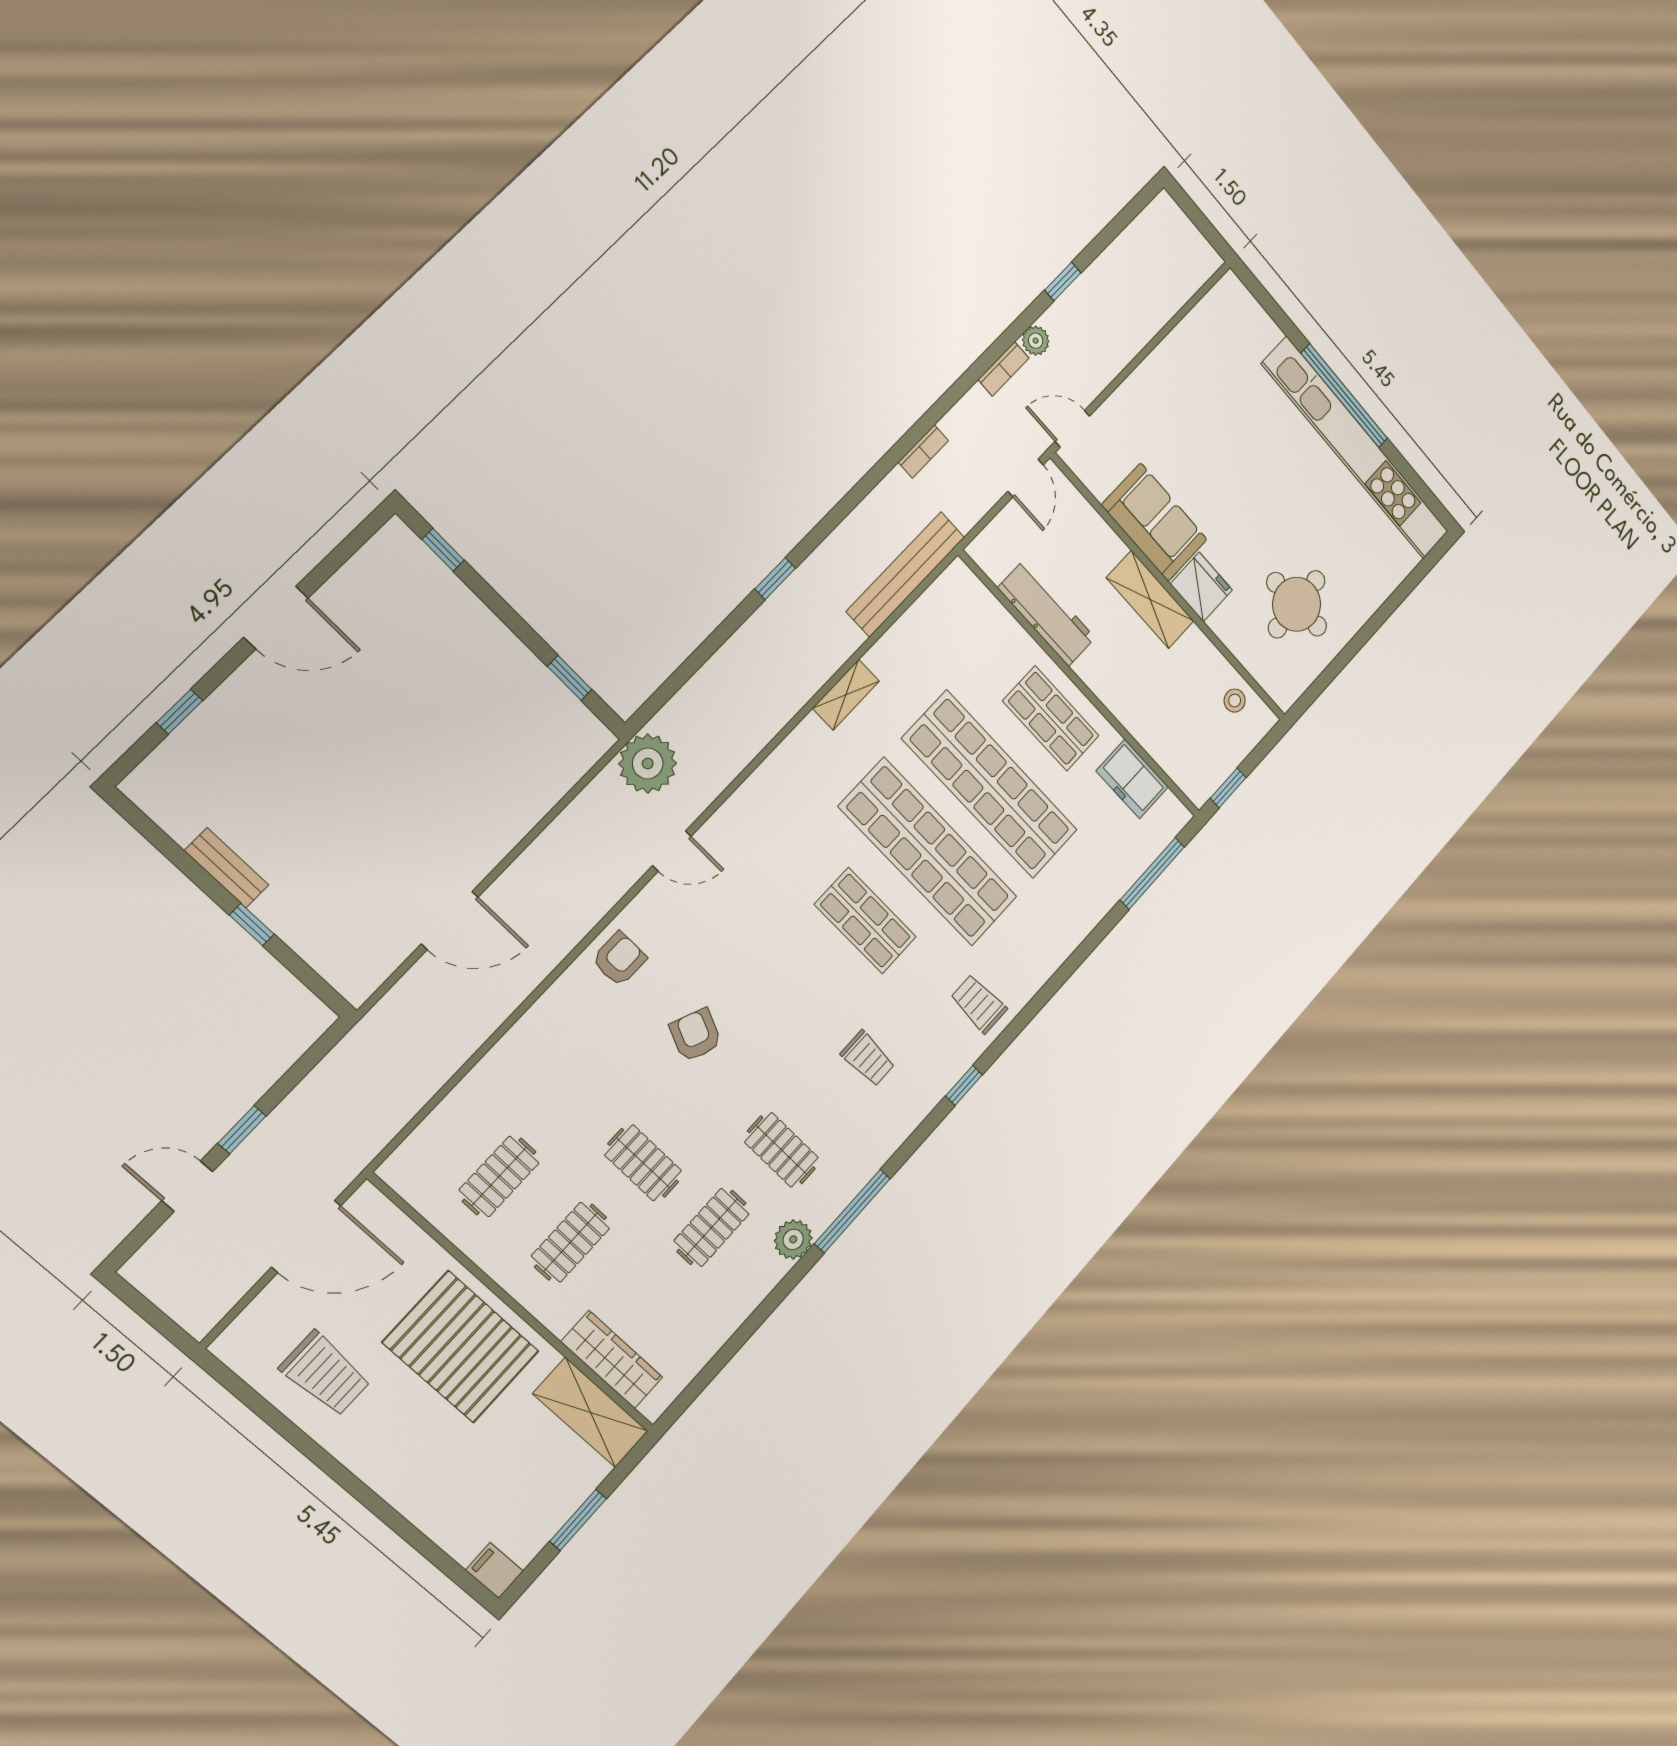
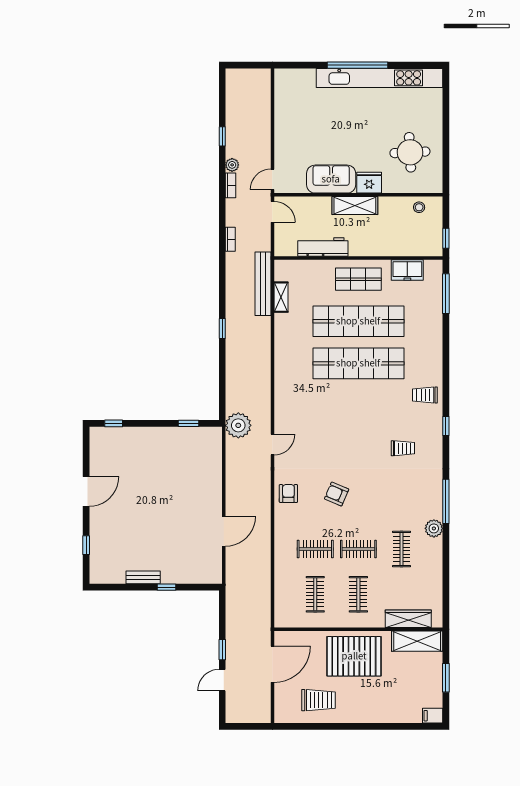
shelving: (846, 695) -> (281, 297), moved
shop shelf: (865, 921) -> (358, 406), removed
clothes rail: (781, 1150) -> (315, 549), moved

